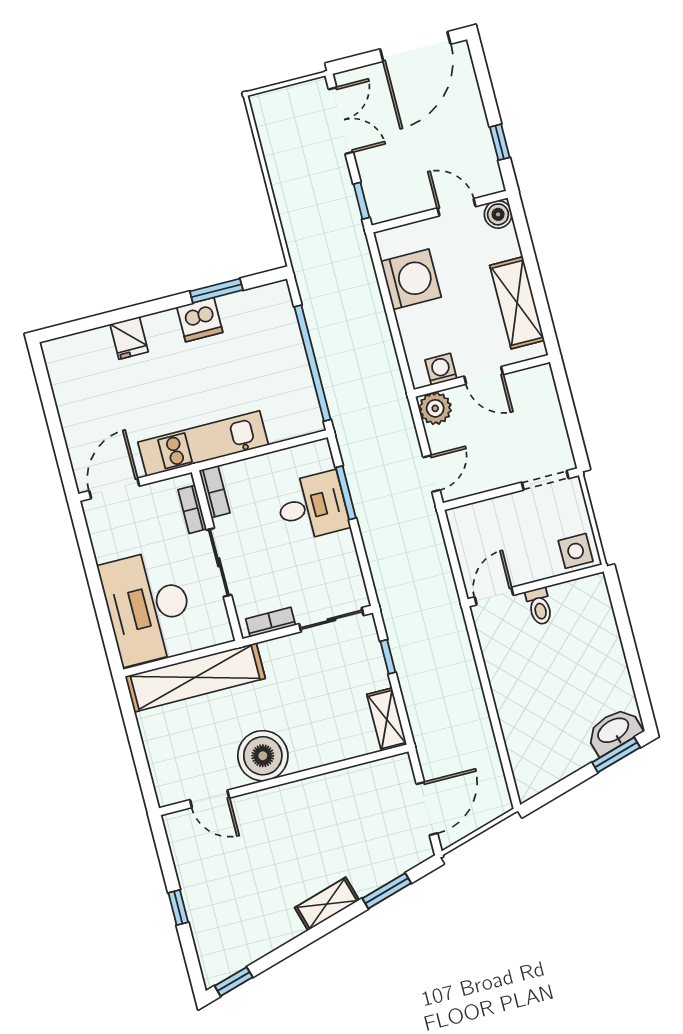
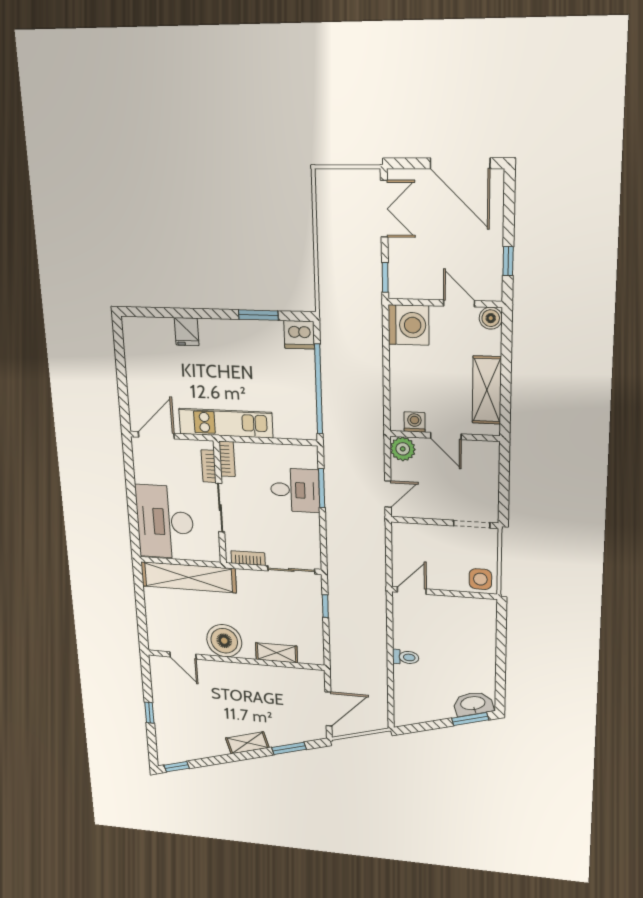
door: (415, 46) -> (460, 163), hinge flipped
washing machine: (411, 279) -> (409, 325), moved
dishwasher: (200, 320) -> (299, 335), moved
toilet: (539, 606) -> (406, 657), moved, turned -90
shelving: (387, 719) -> (276, 653), moved, turned 90

